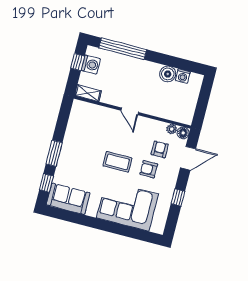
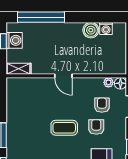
armchair: (149, 169) -> (96, 127), turned 90

